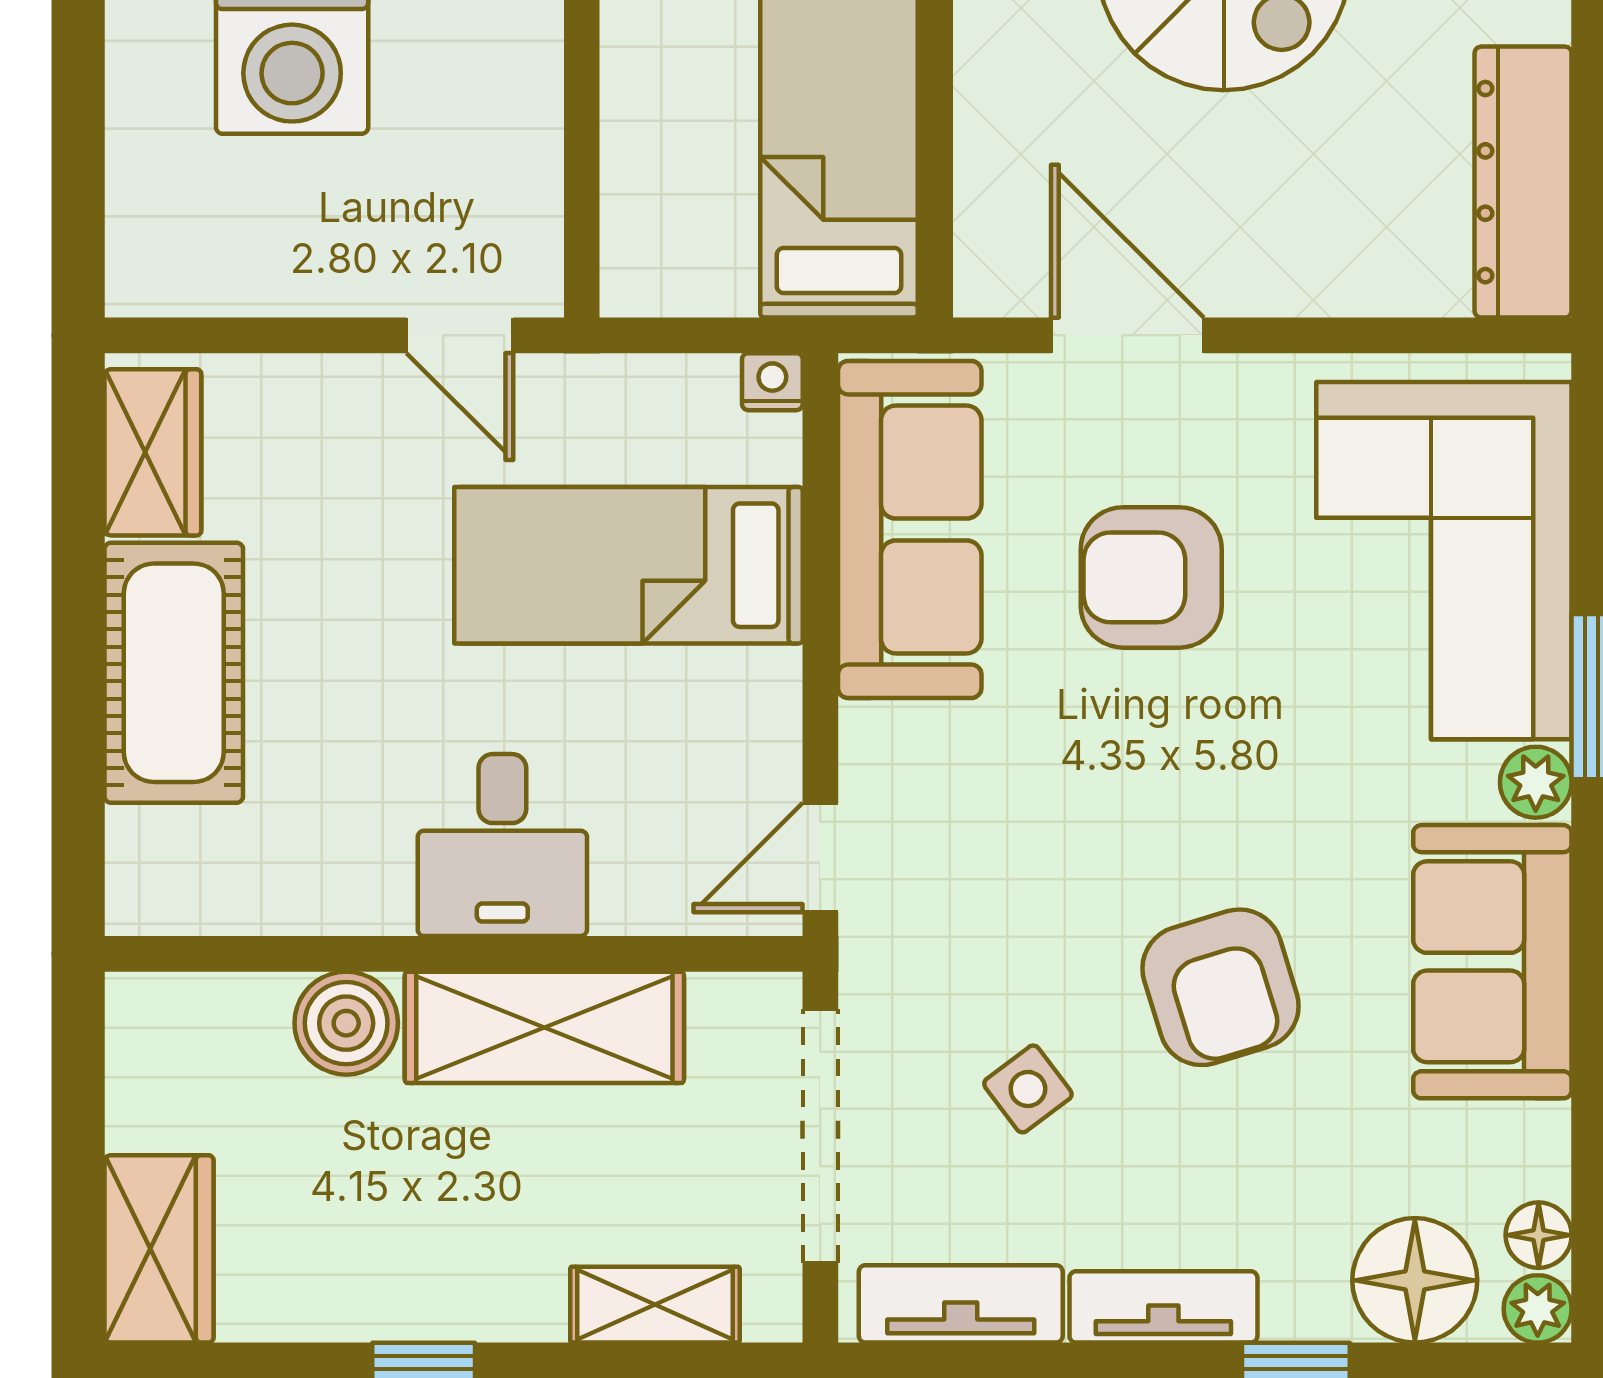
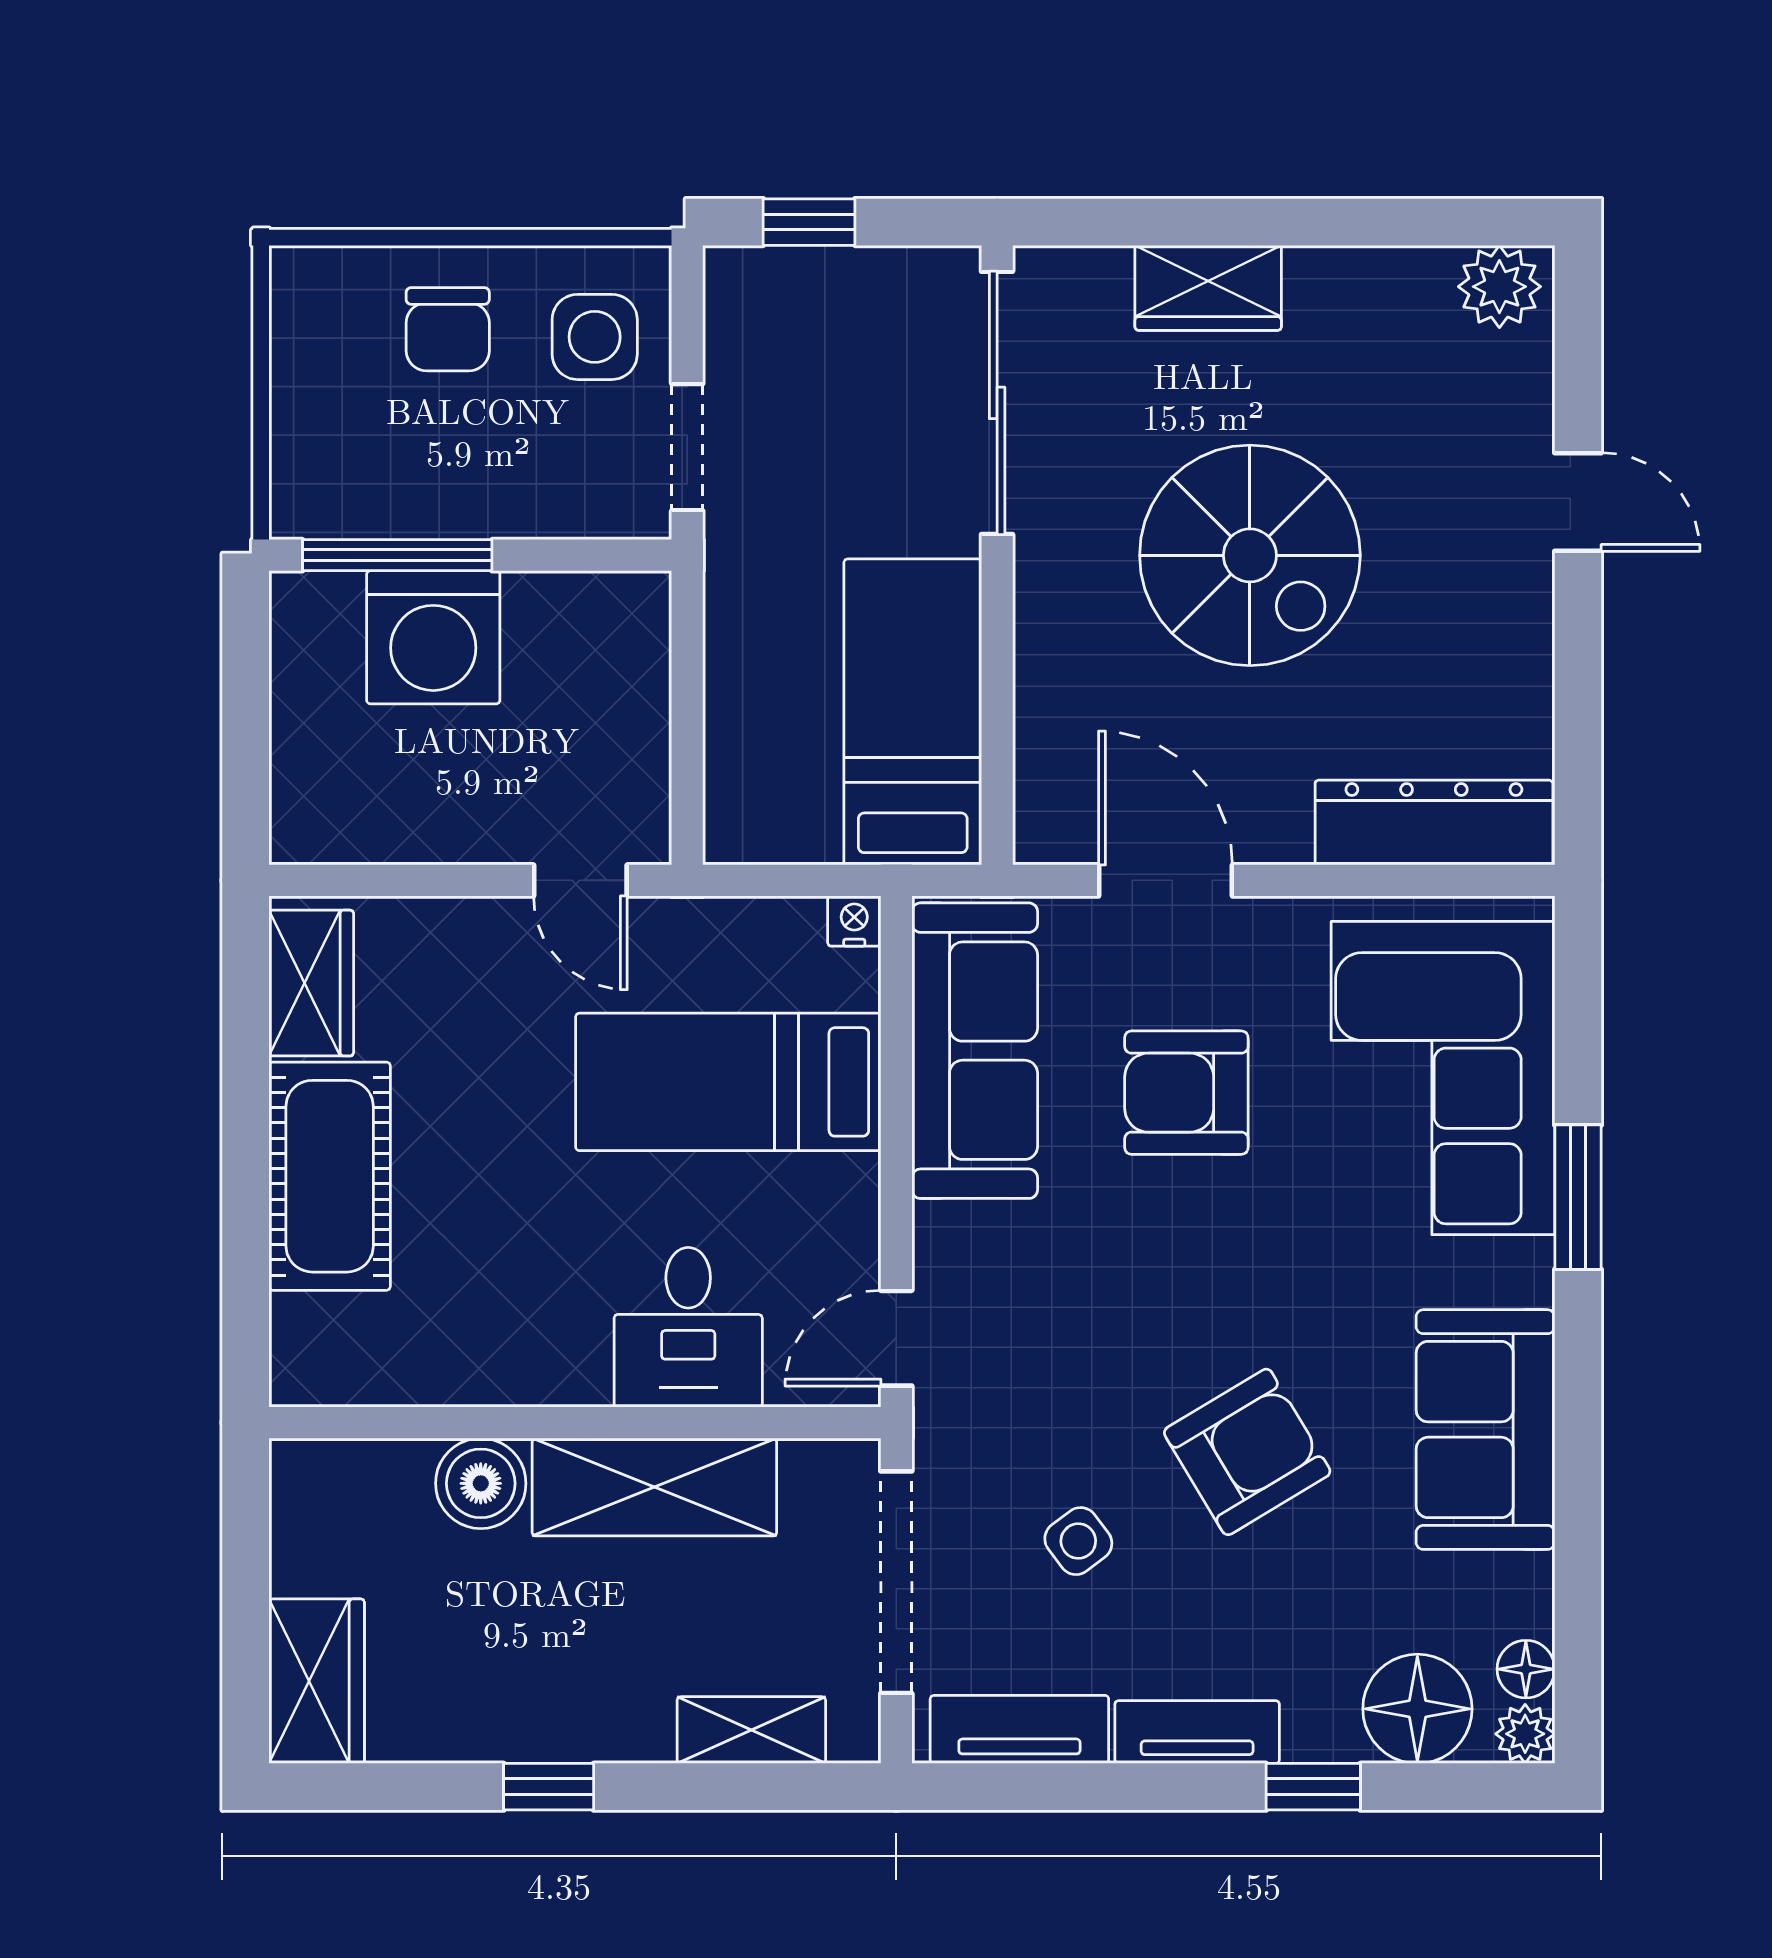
dresser: (1523, 182) -> (1434, 823), moved, turned 90
plant: (1536, 782) -> (1523, 1272), removed
desk: (502, 845) -> (688, 1327), moved
armchair: (1221, 987) -> (1247, 1452), turned -104

